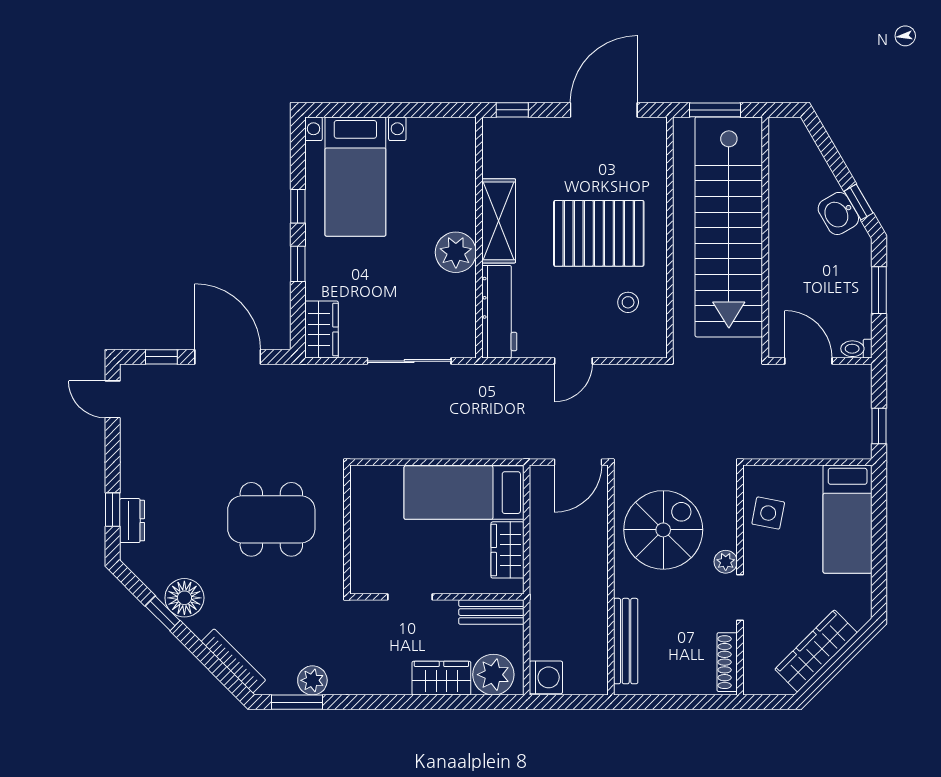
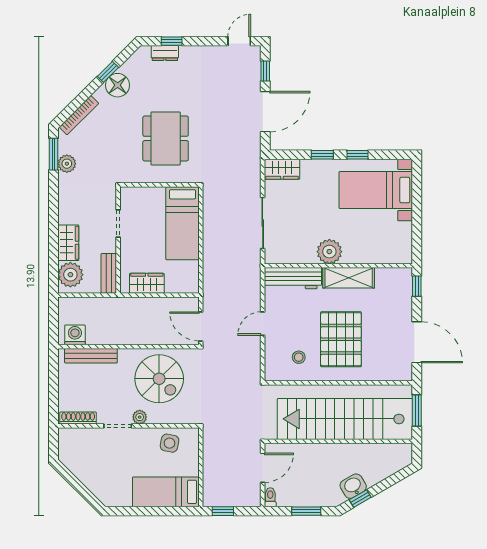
door: (573, 361) -> (263, 324), hinge flipped
bed: (464, 493) -> (182, 223), moved, turned 180
wardrobe: (816, 651) -> (85, 472), removed
washing machine: (546, 677) -> (75, 335), moved, turned 180

